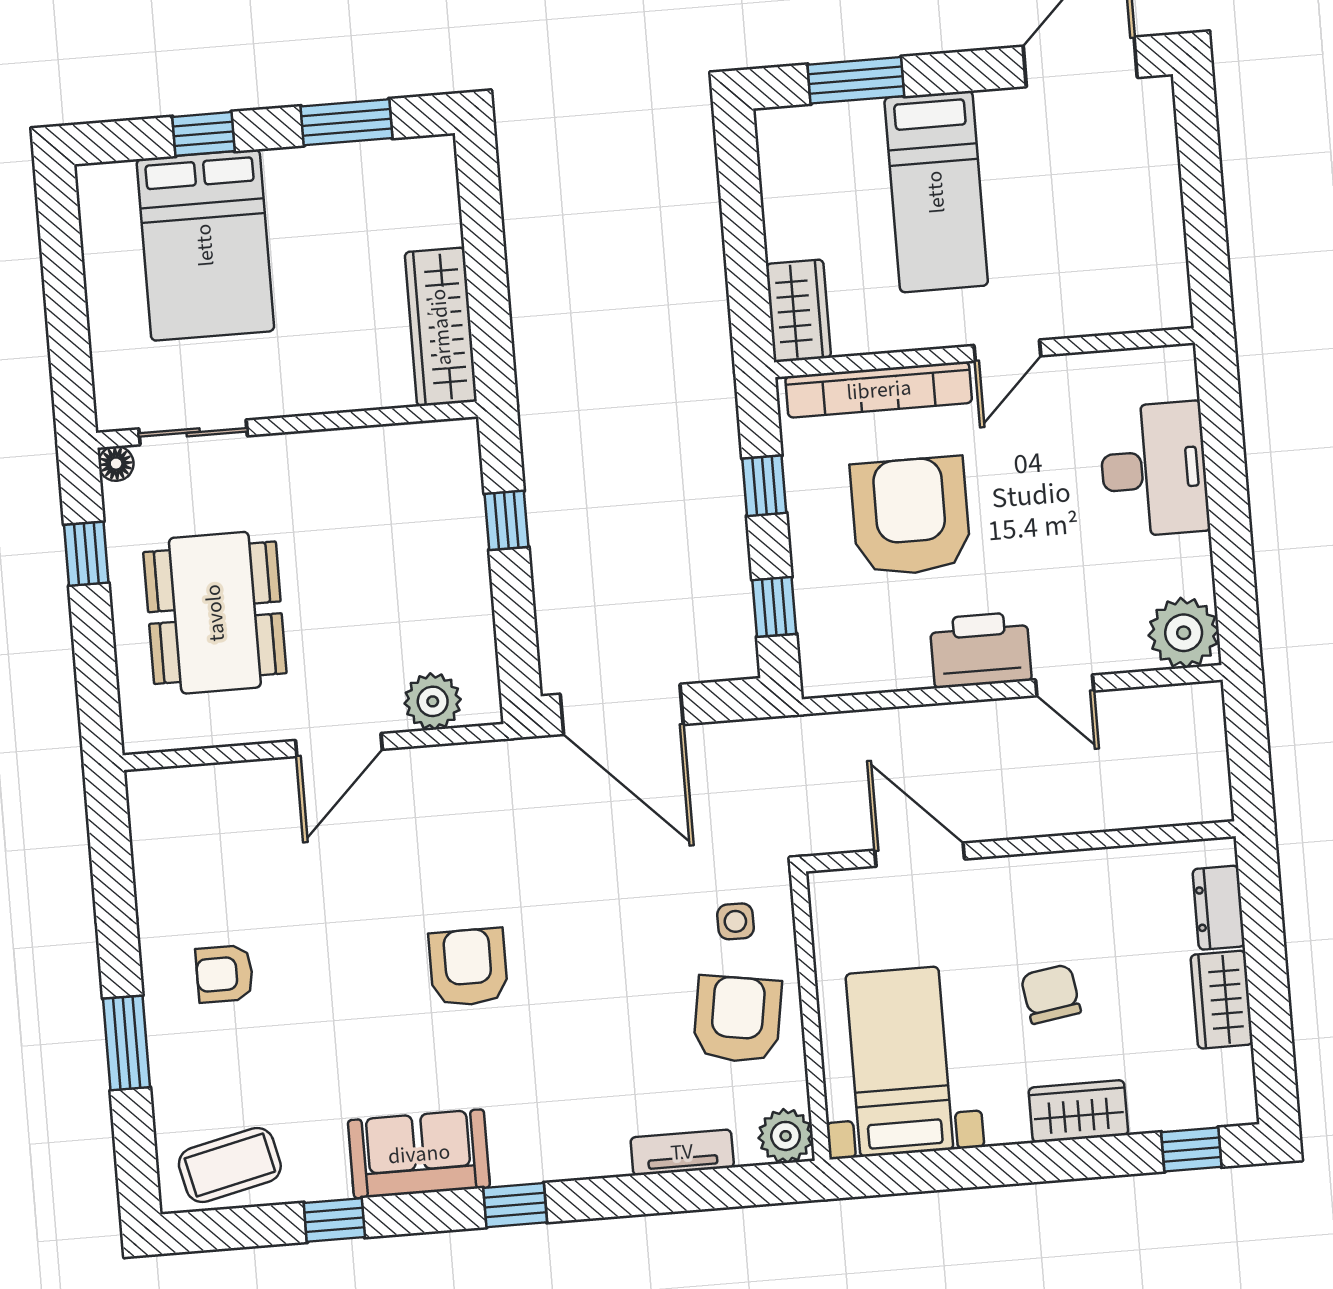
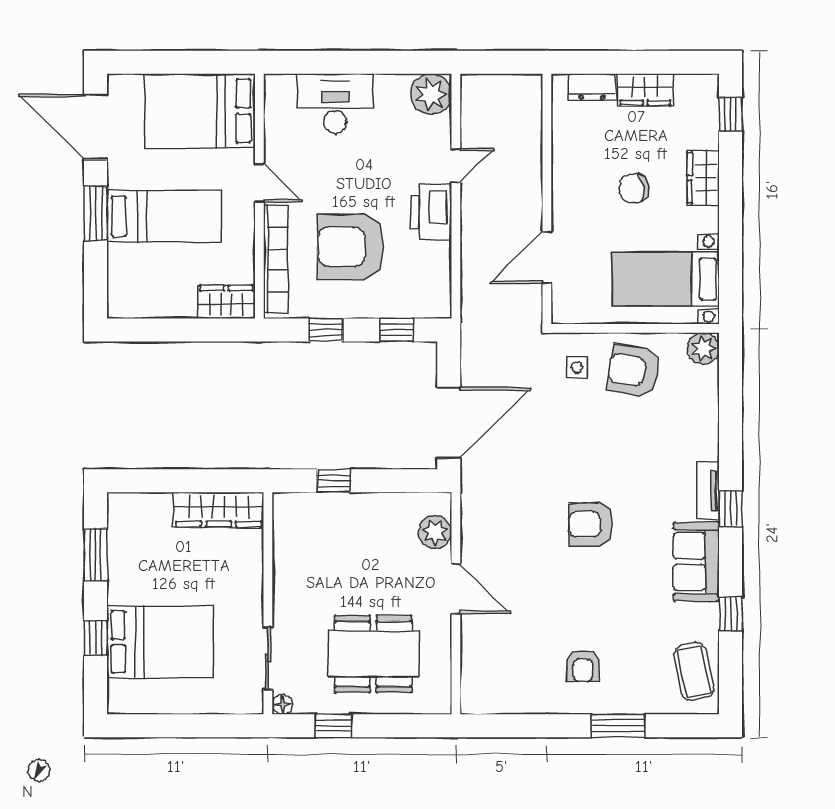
window: (856, 80) -> (96, 213), moved
bed: (1122, 239) -> (200, 111), added
tv unit: (682, 1152) -> (708, 491), moved

